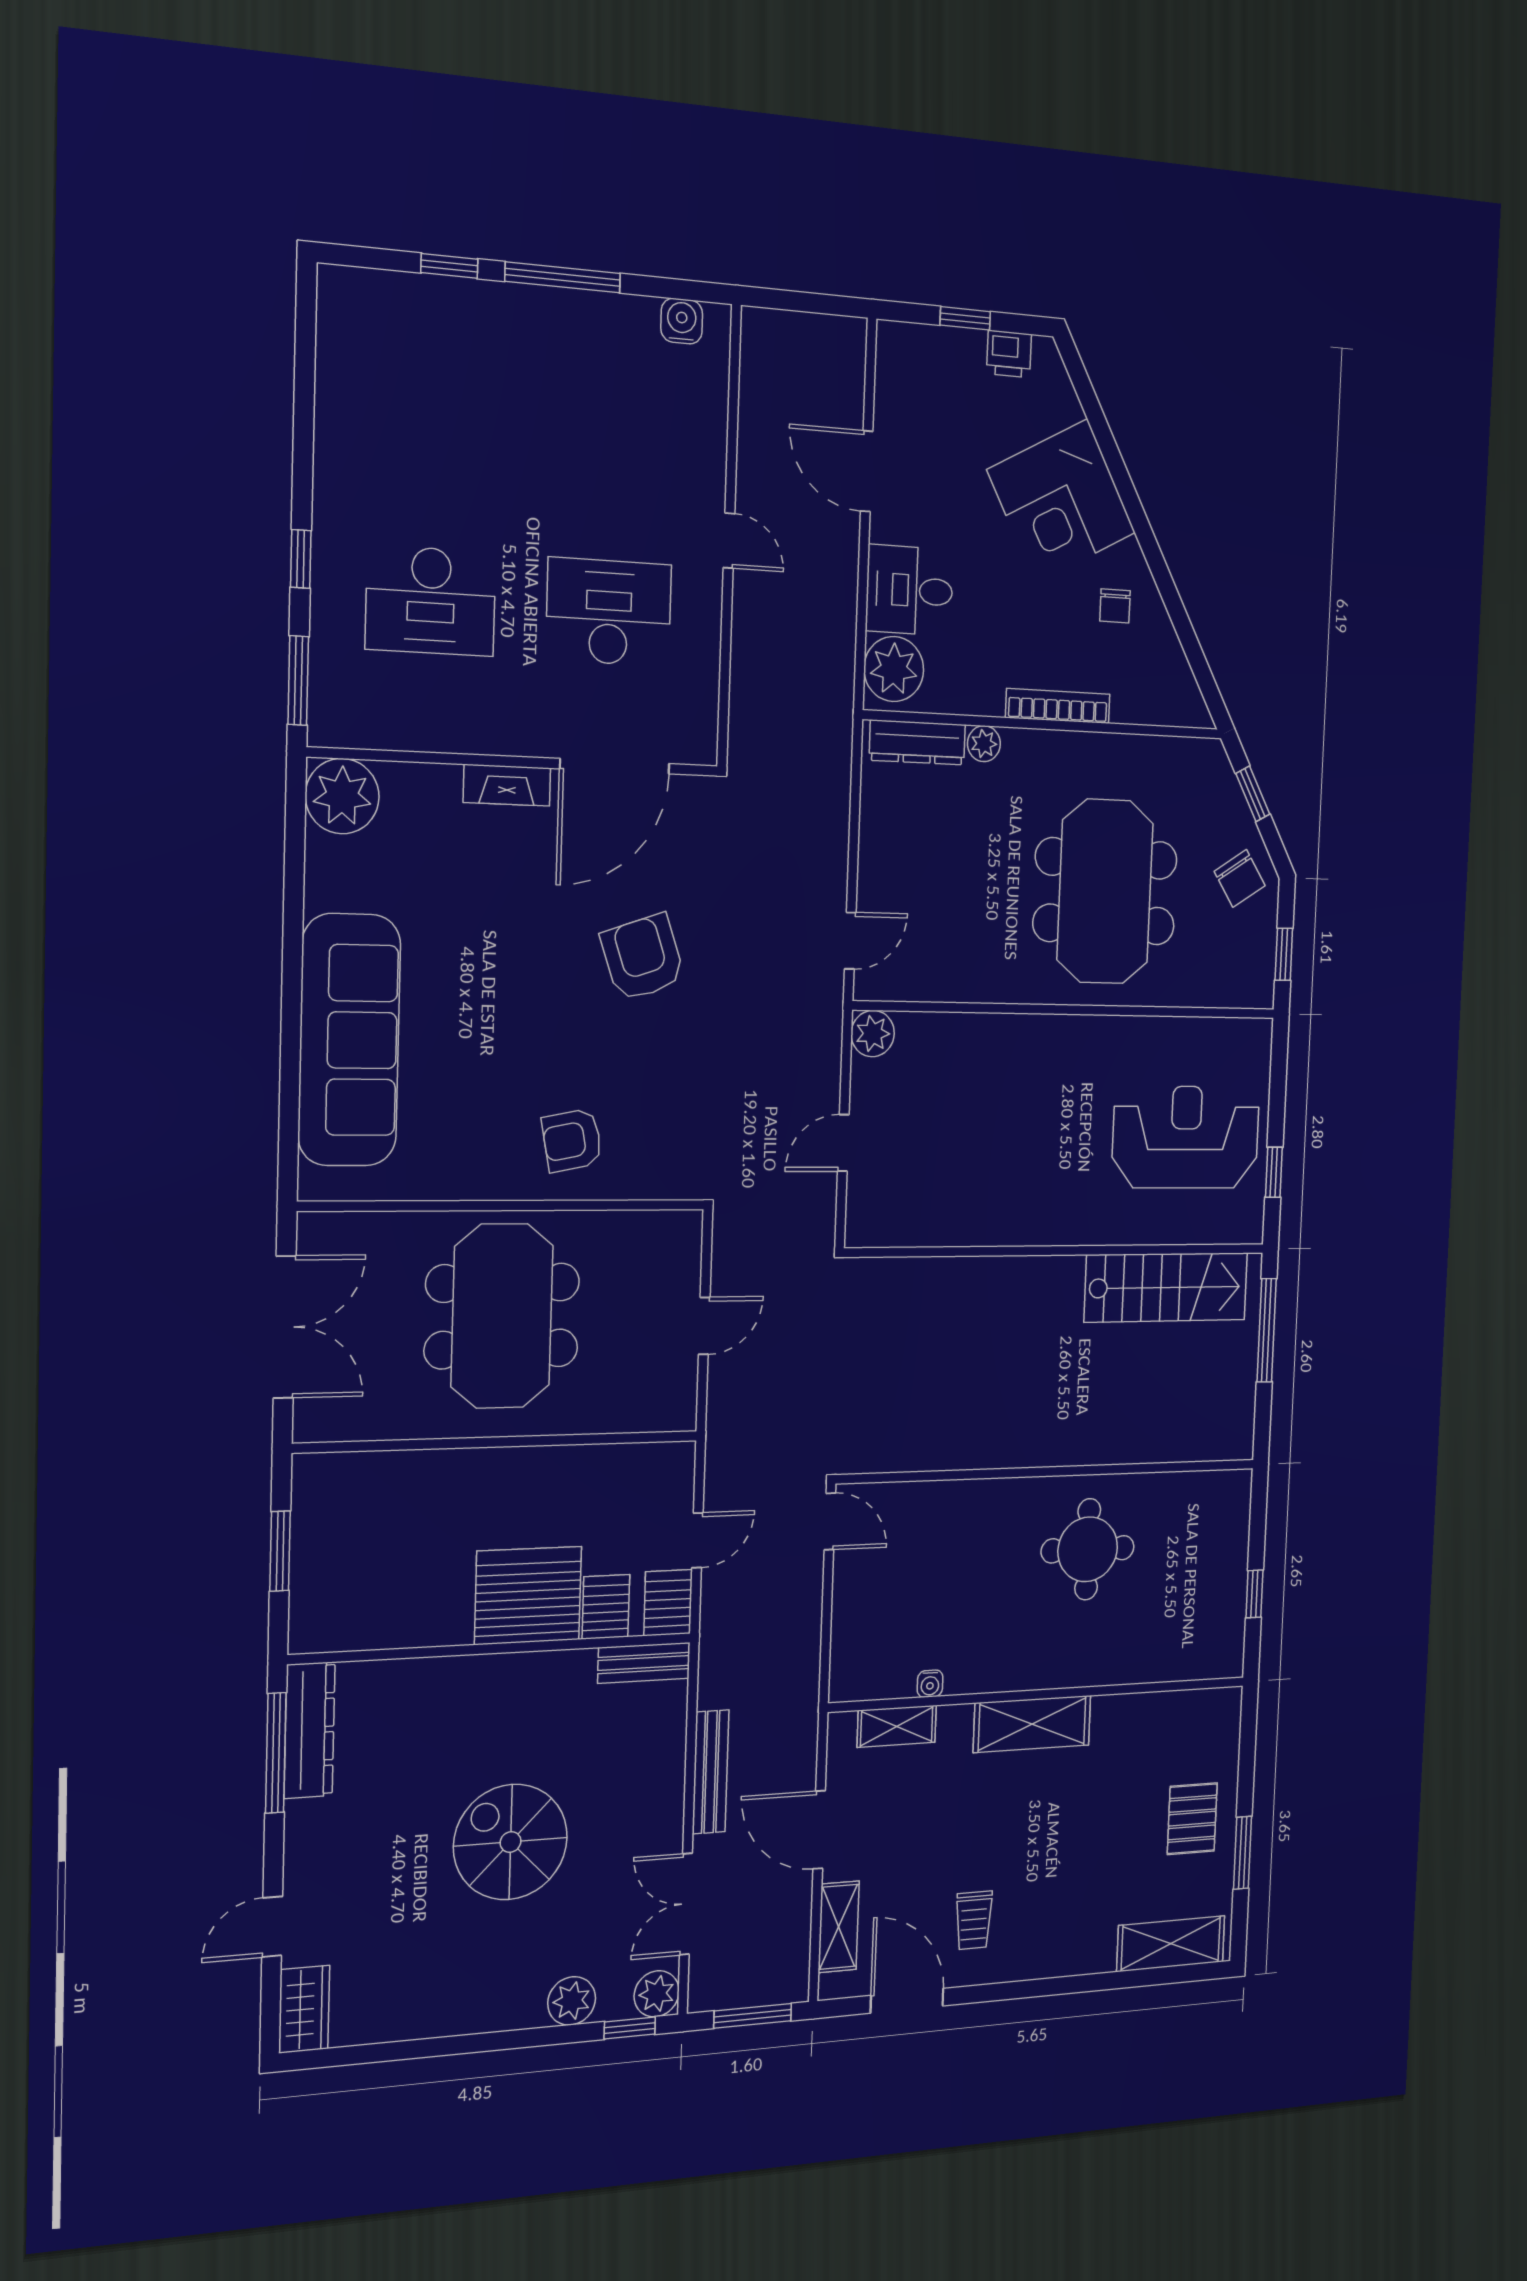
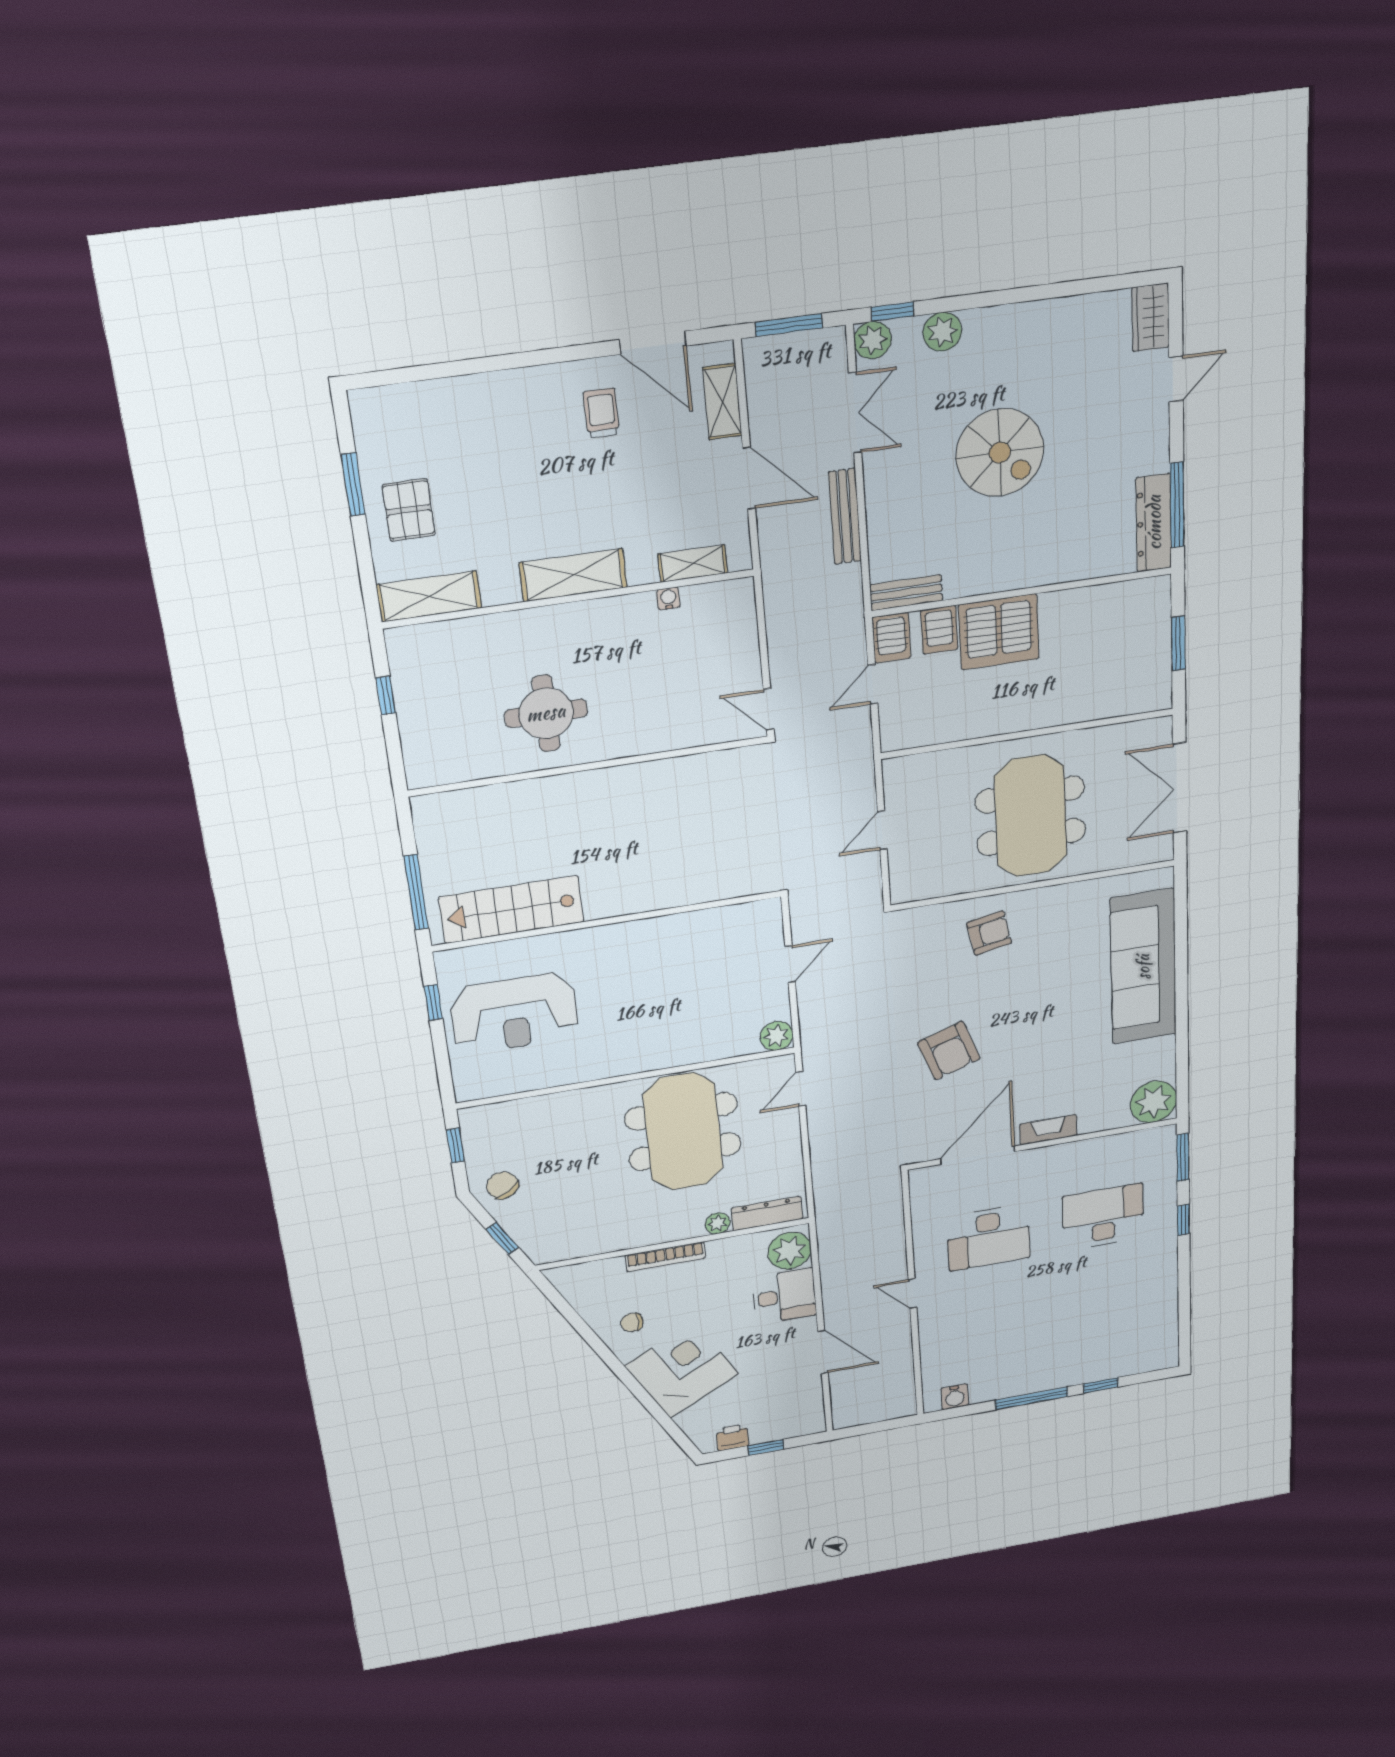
chair: (1115, 606) -> (632, 1322), turned -90
meeting table: (1105, 891) -> (683, 1132), moved
shelving: (1171, 1944) -> (429, 596), moved

